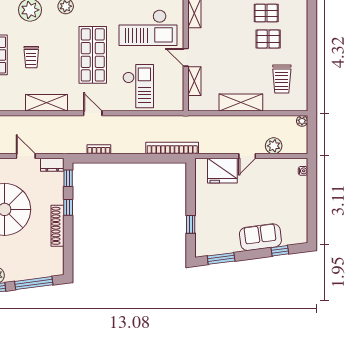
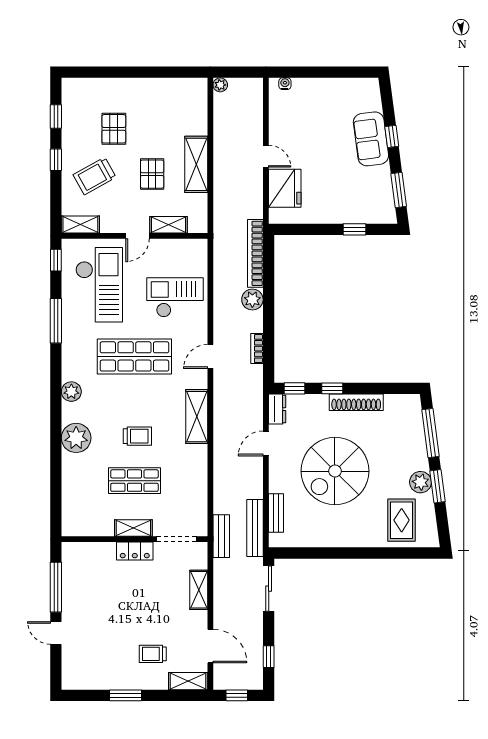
pallet: (266, 13) -> (152, 174), moved
trolley: (282, 79) -> (95, 176), moved, turned 151
plant: (274, 146) -> (252, 300), moved
window: (280, 251) -> (392, 136), moved

